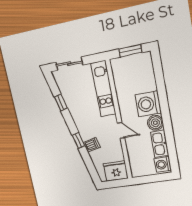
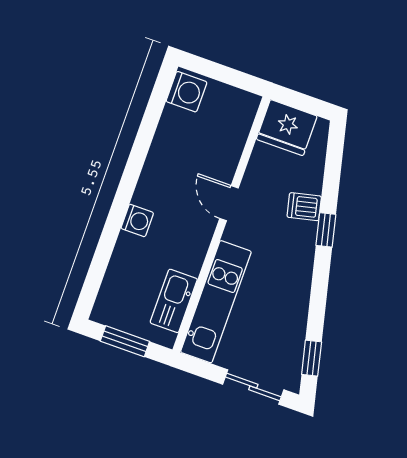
window: (61, 102) -> (312, 358), moved
washing machine: (148, 104) -> (137, 220), width x0.53, depth x0.53
boiler: (155, 123) -> (155, 181), removed
kitchen sink: (160, 144) -> (174, 301), moved, turned 180

